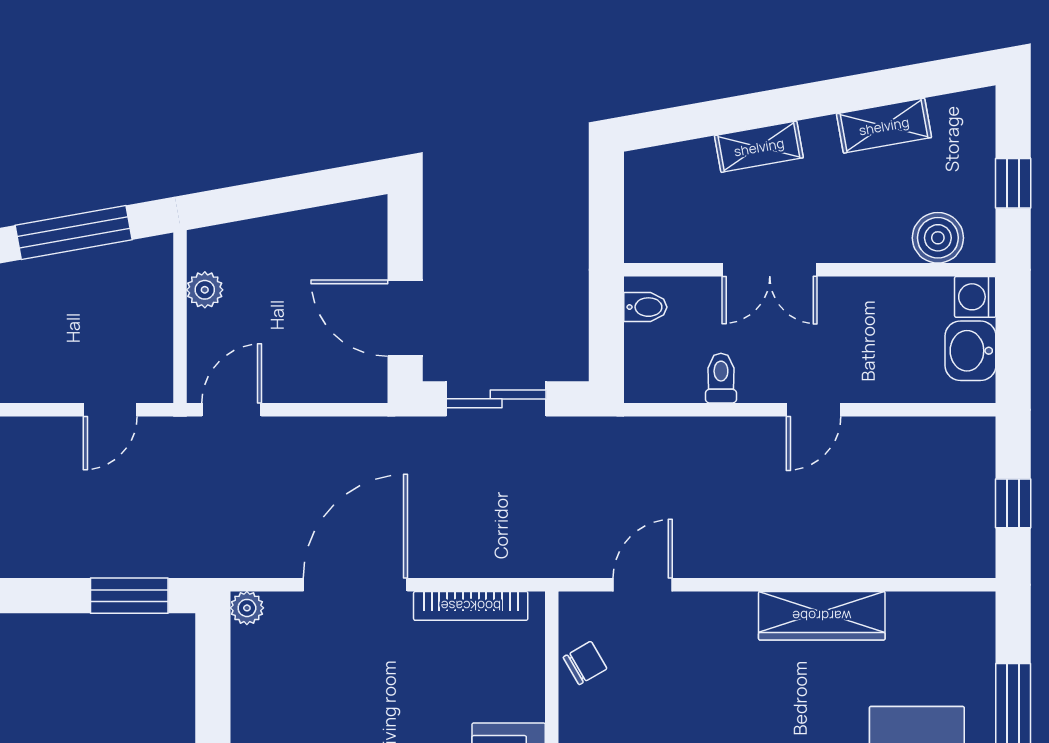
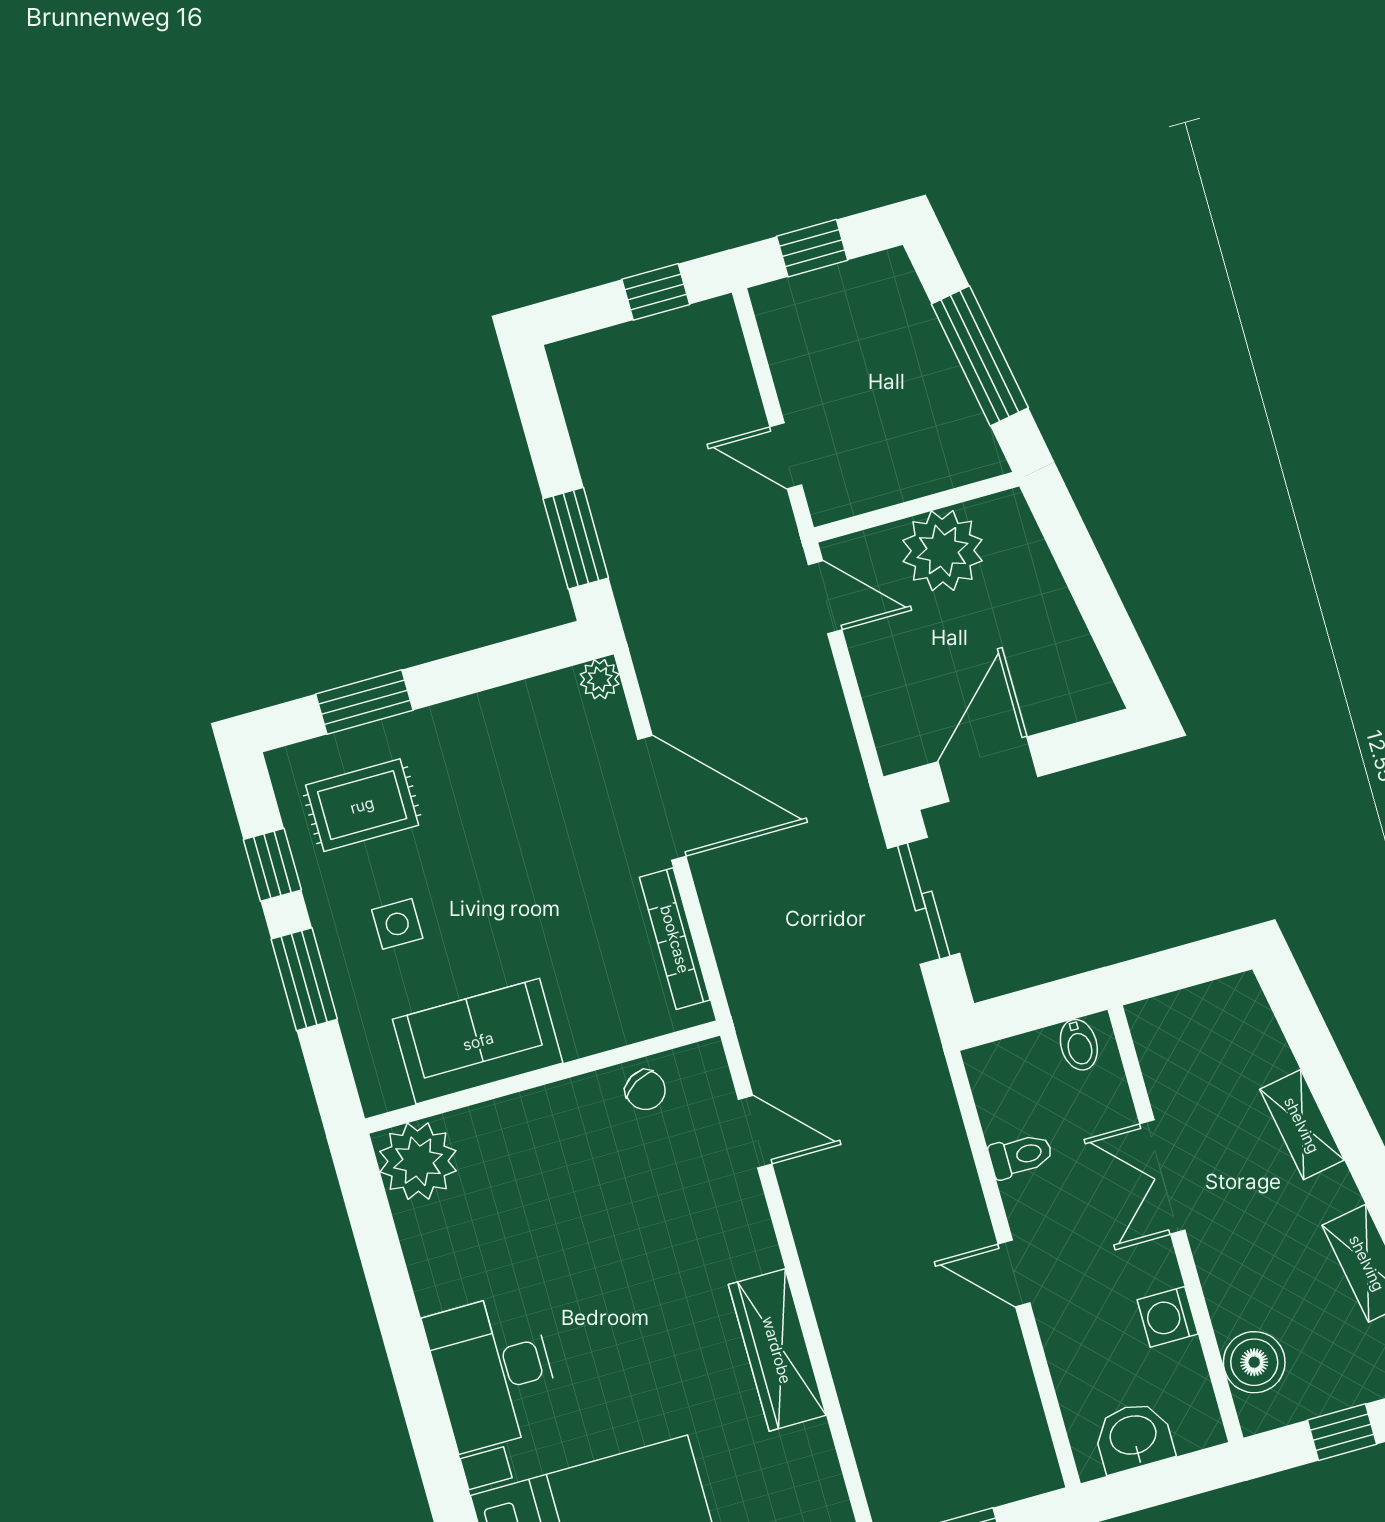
plant: (205, 290) -> (943, 551), width x1.87, depth x1.87
washing machine: (975, 297) -> (1168, 1317), moved, turned -90

